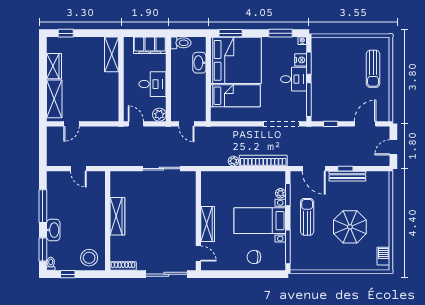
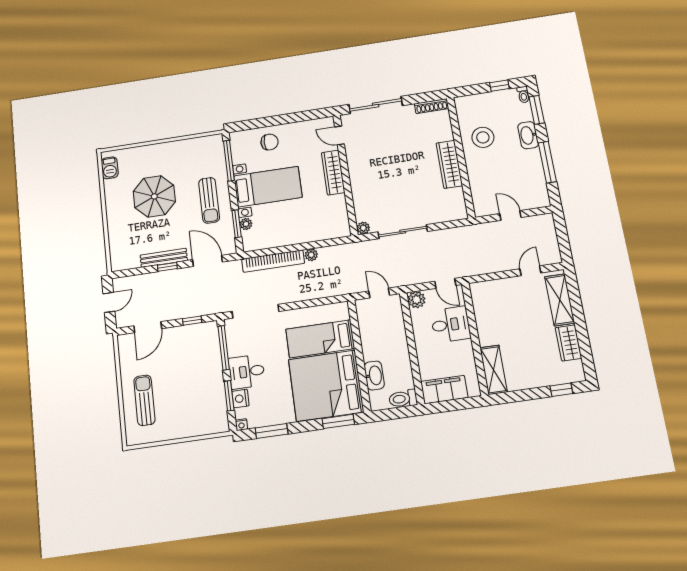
desk: (152, 84) -> (451, 324), moved, turned 180
plant: (191, 176) -> (363, 228), added
stool: (89, 258) -> (483, 137), moved

